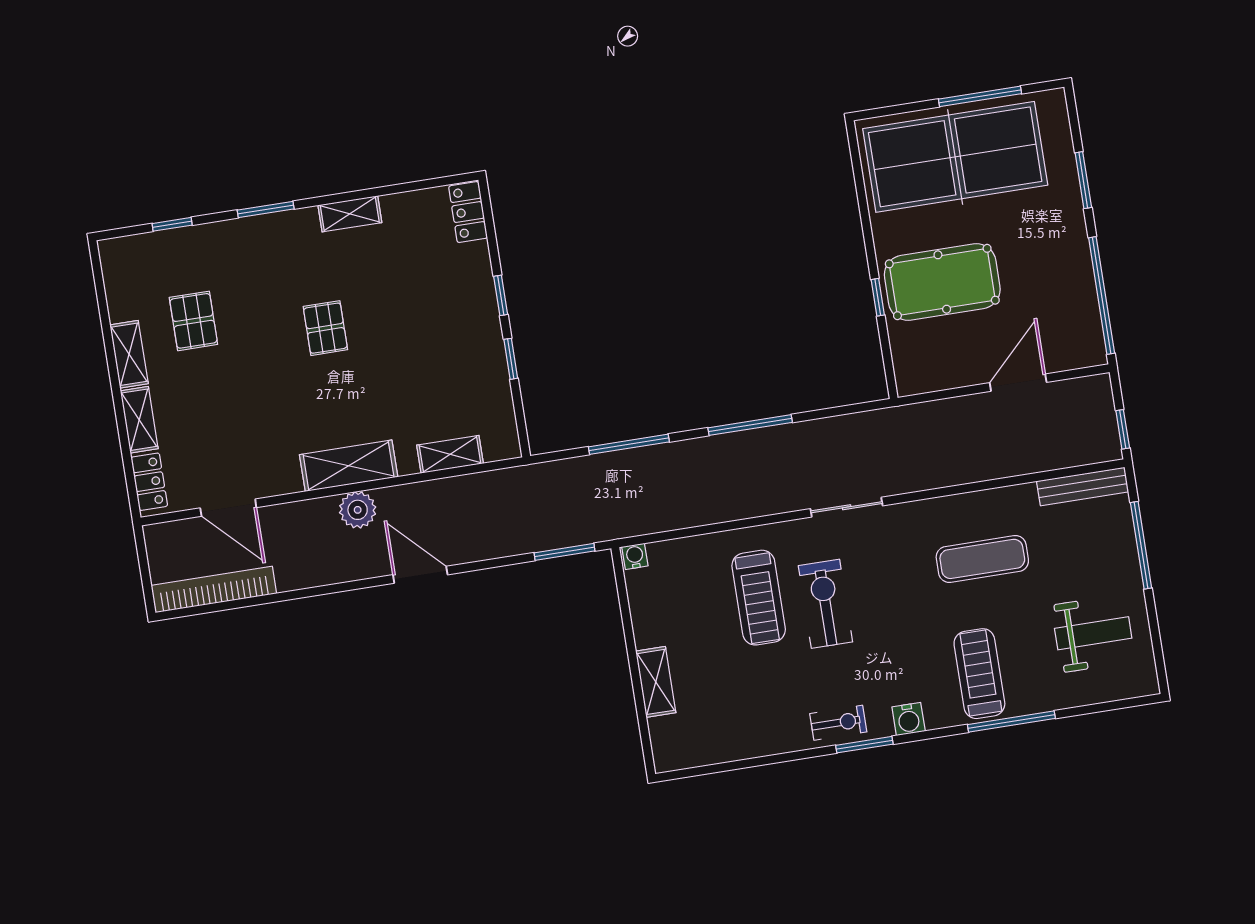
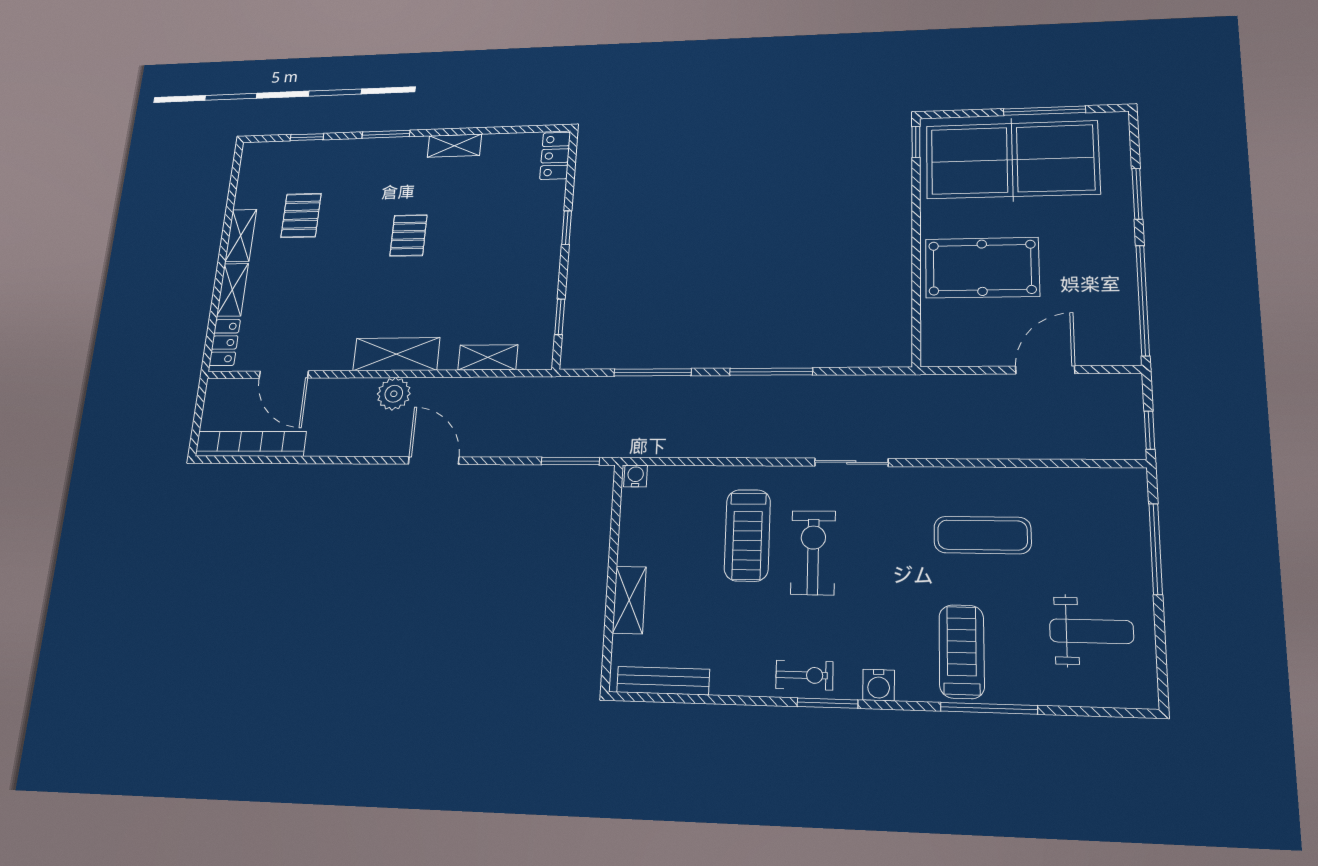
window: (878, 297) -> (916, 142), moved
window: (511, 359) -> (560, 317), moved
bench: (1083, 486) -> (663, 681), moved

